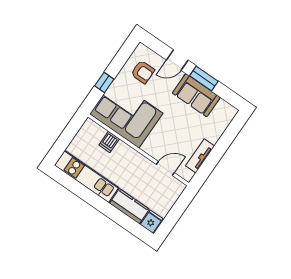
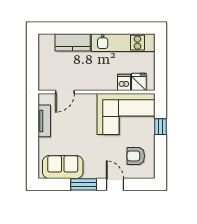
door: (177, 60) -> (115, 184), hinge flipped
sofa: (196, 95) -> (63, 167), moved
fridge: (152, 222) -> (139, 82), moved, turned 180

